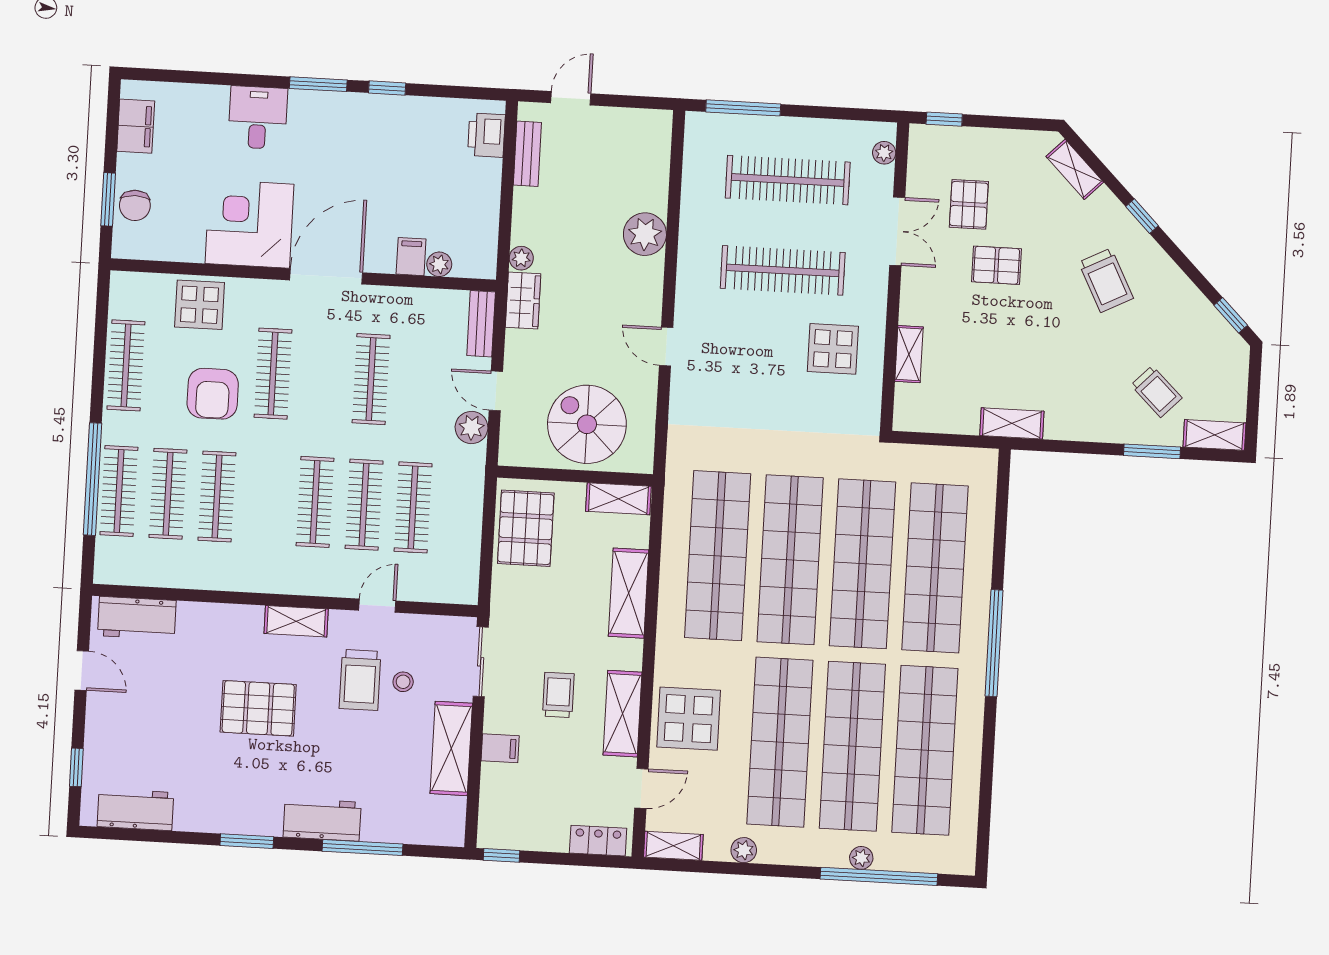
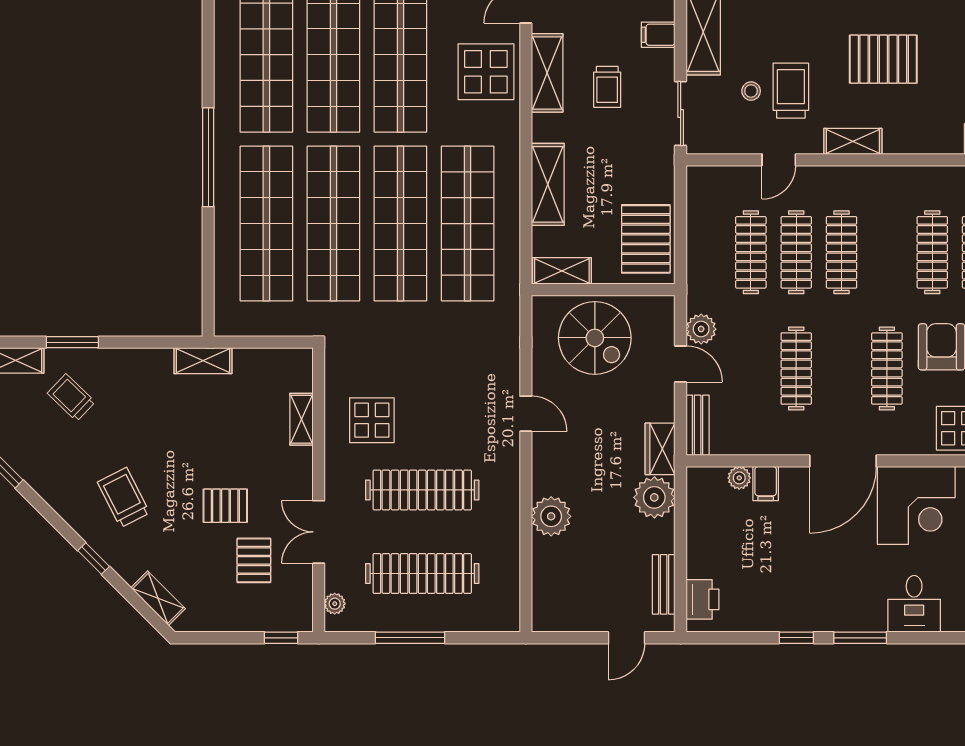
window: (743, 108) -> (410, 638), moved
plant: (521, 258) -> (654, 497), width x1.87, depth x1.87

